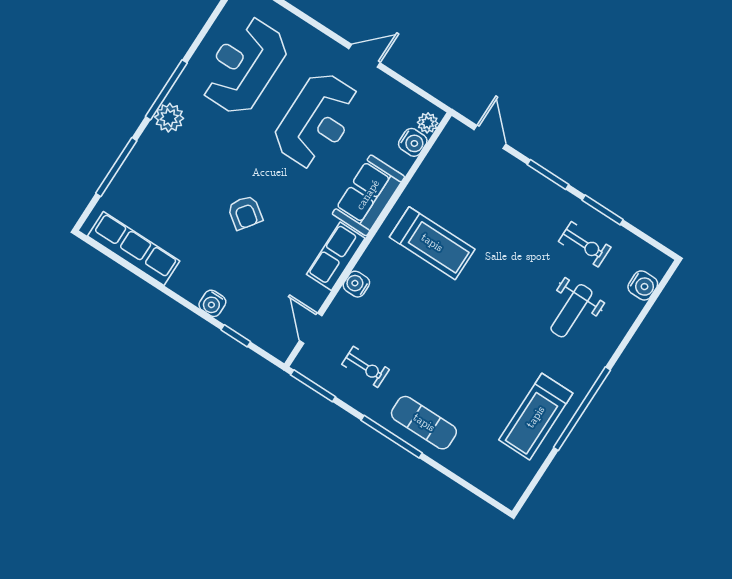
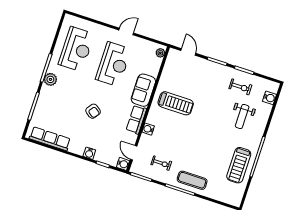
reception desk: (244, 66) -> (76, 49), turned 180
water cooler: (413, 142) -> (123, 164), moved

